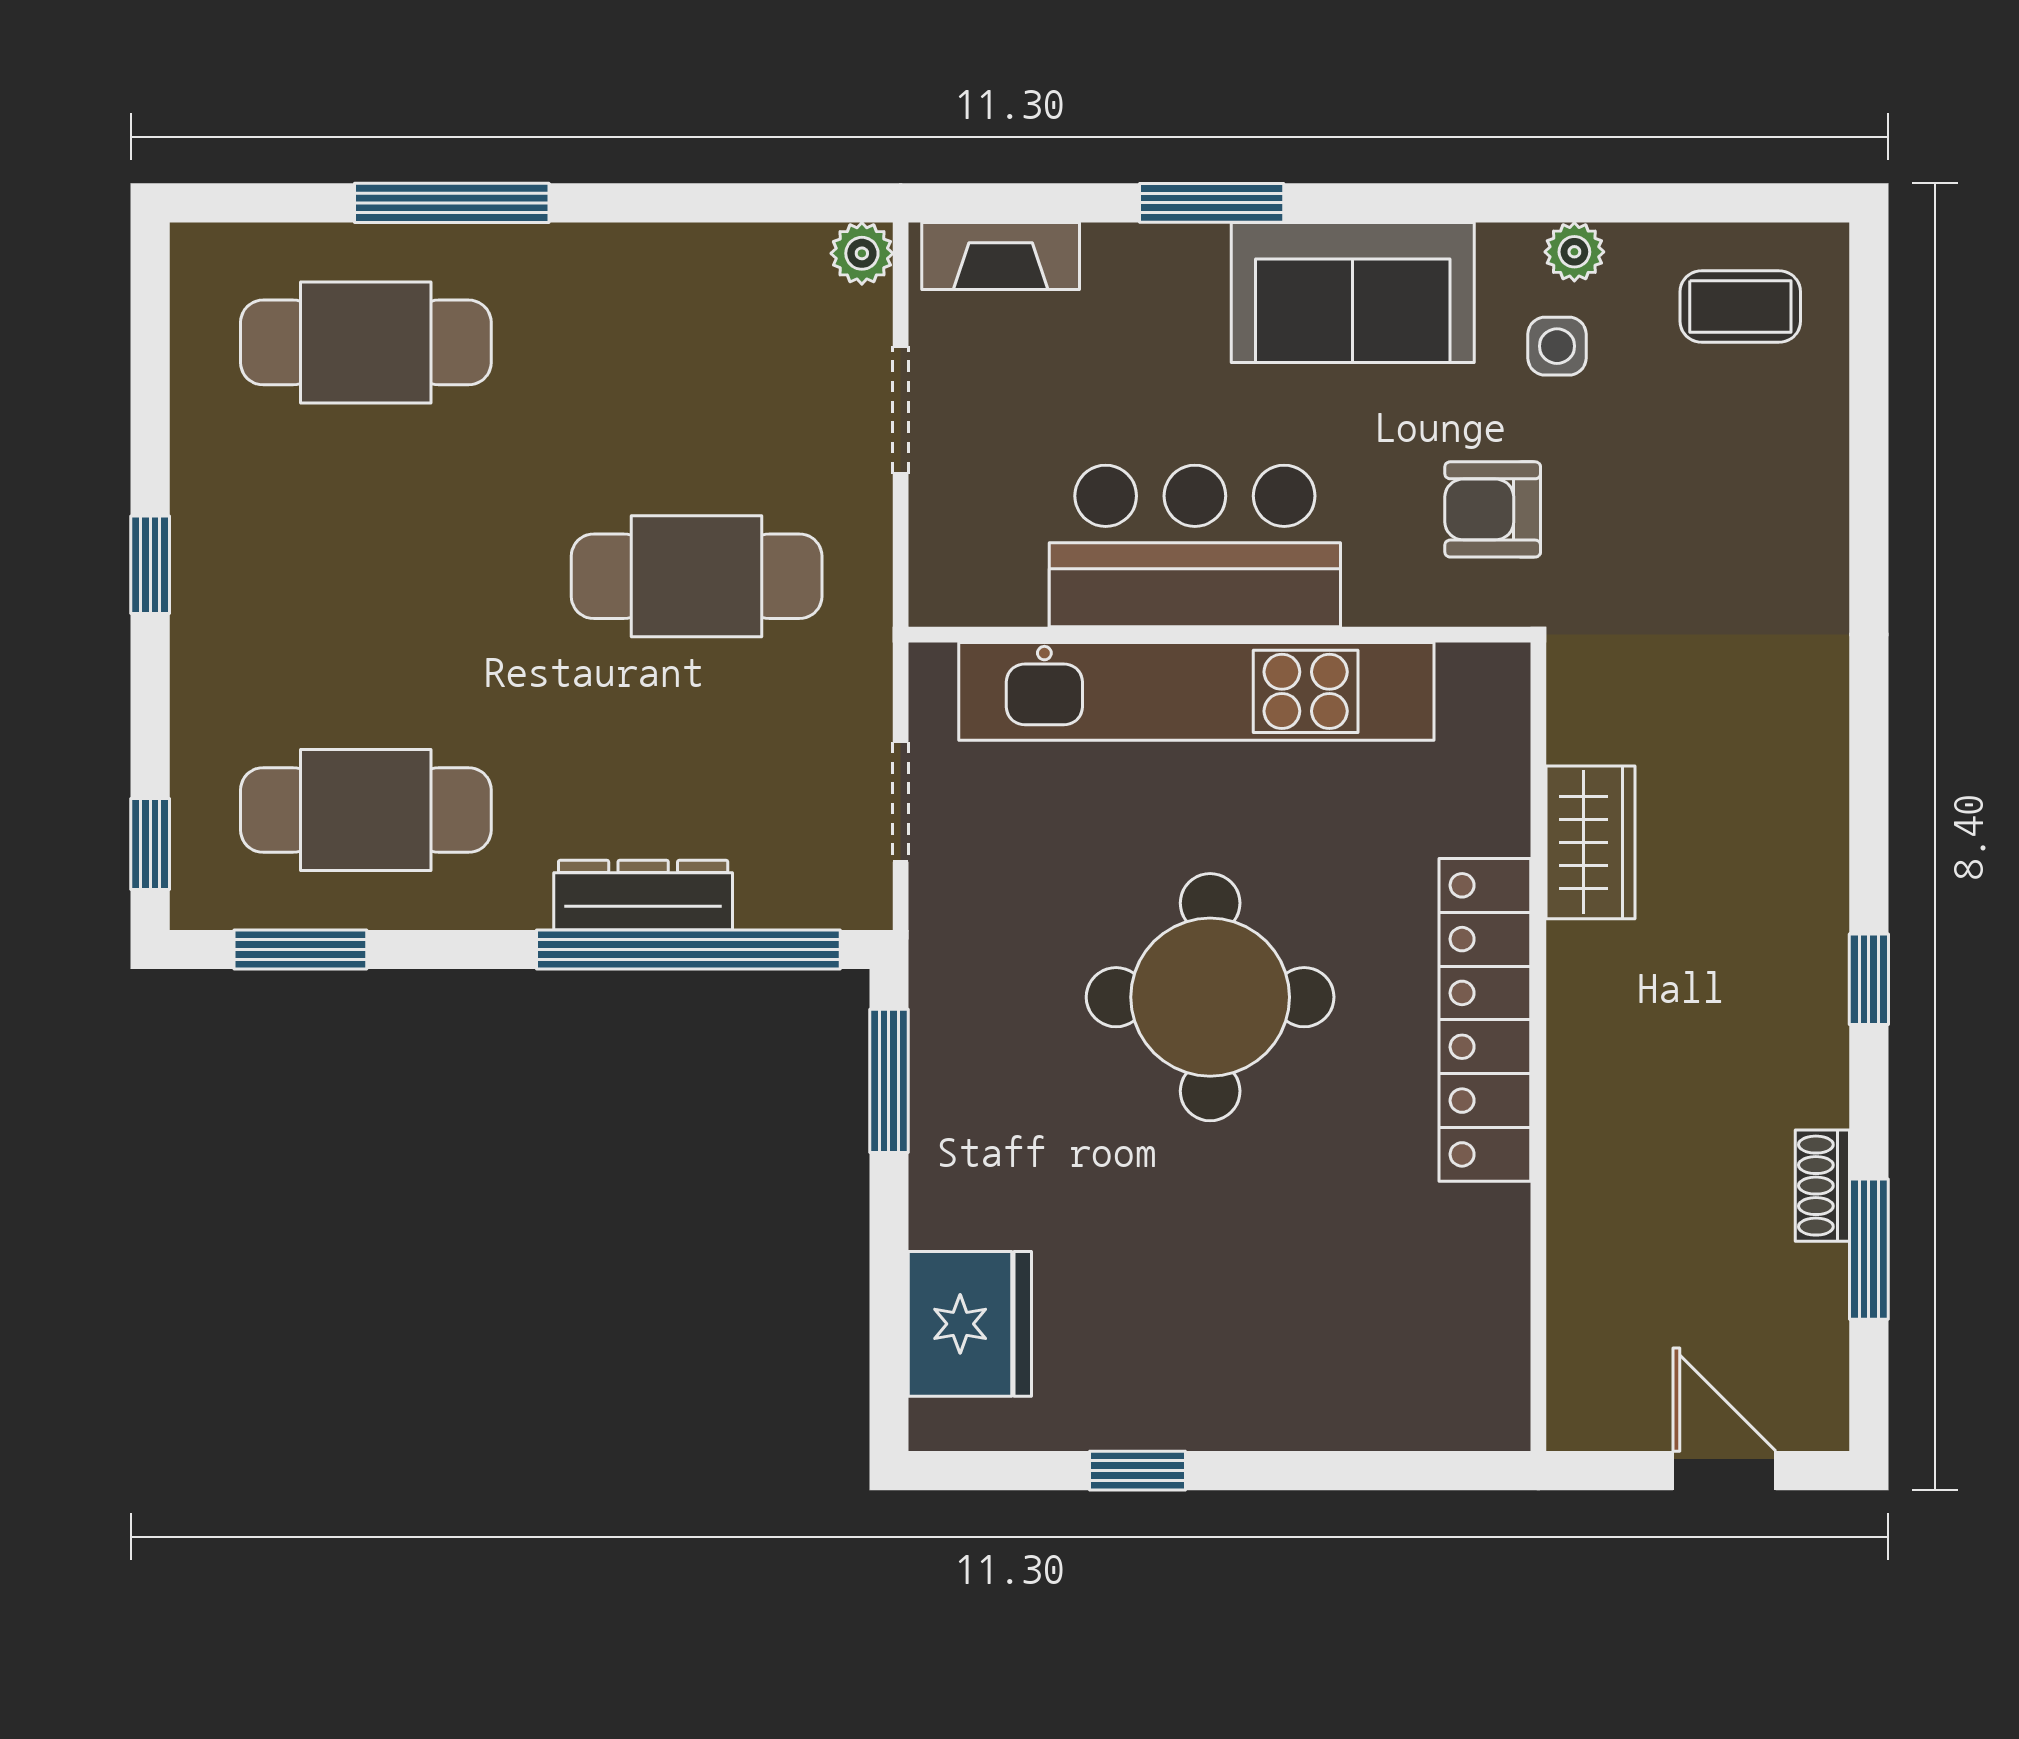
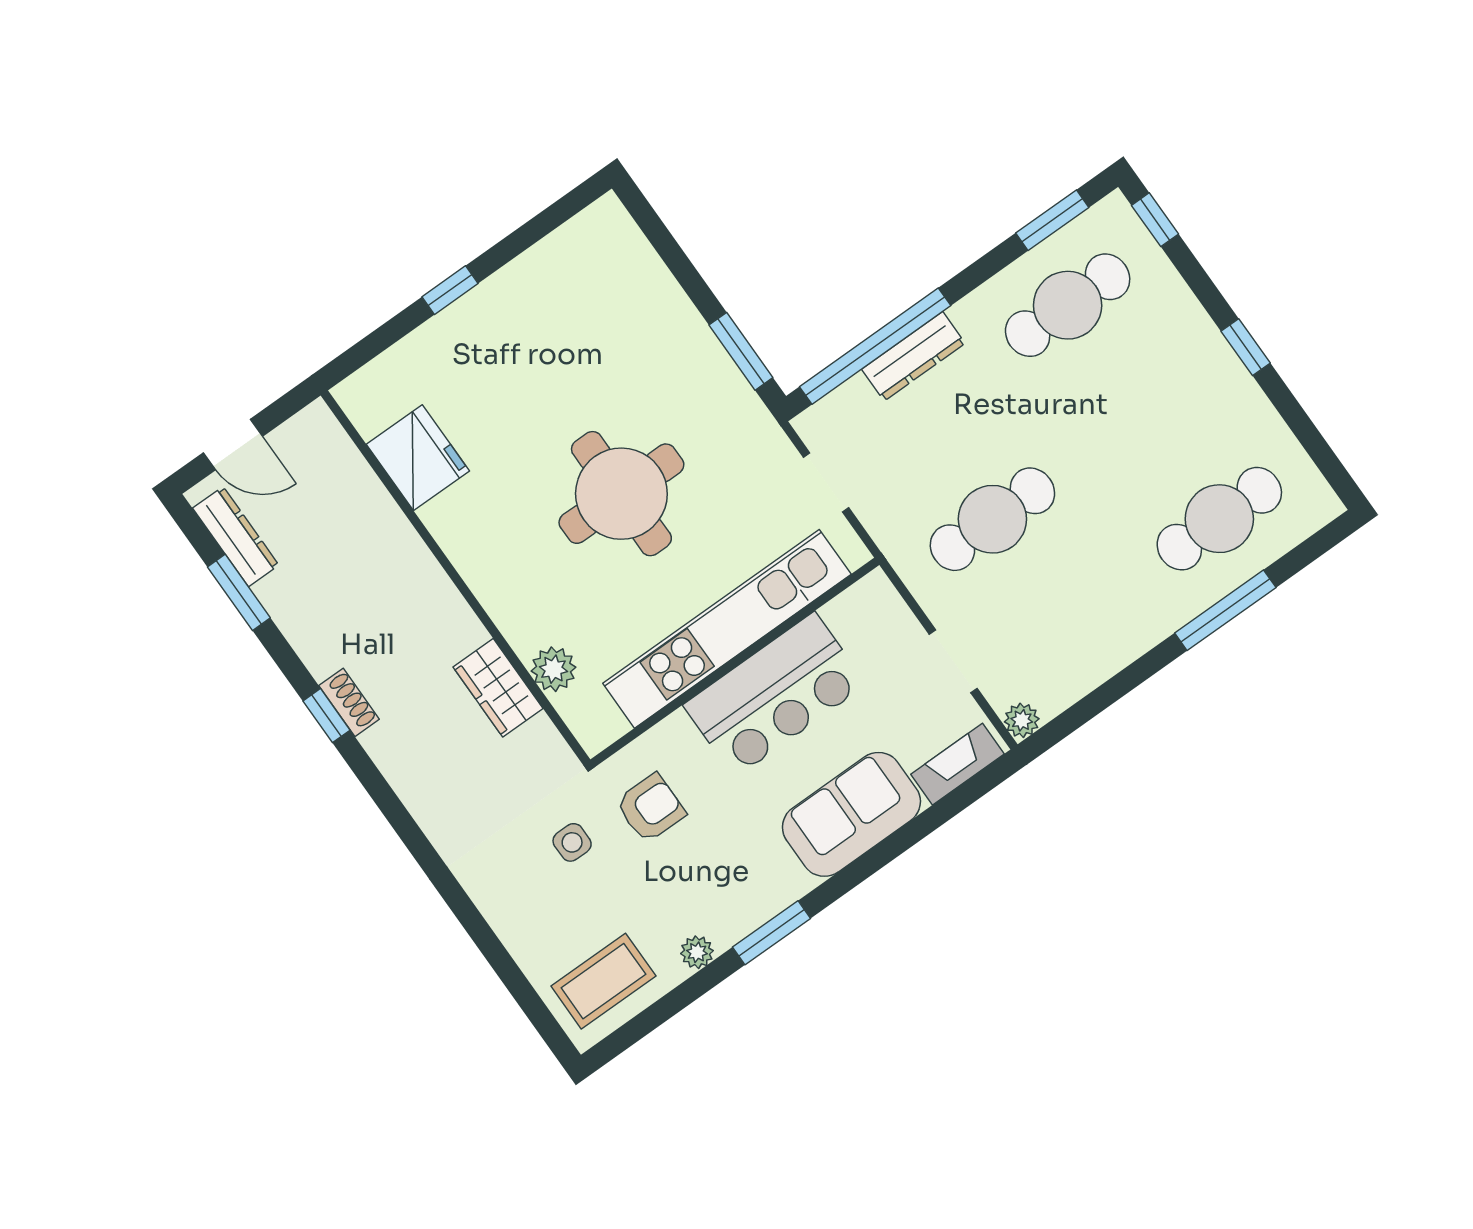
window: (1212, 203) -> (772, 933), moved
sofa: (1353, 293) -> (851, 814), moved
coffee table: (1740, 306) -> (603, 981), width x1.36, depth x1.30
side table: (1557, 346) -> (572, 842), moved
plant: (1490, 812) -> (554, 669), added
locker: (1485, 1020) -> (489, 572), removed
shoe rack: (1822, 1186) -> (349, 702), moved
fridge: (970, 1324) -> (418, 458), moved, turned 180
dresser: (1816, 1334) -> (236, 537), added
window: (1137, 1471) -> (450, 290), moved

